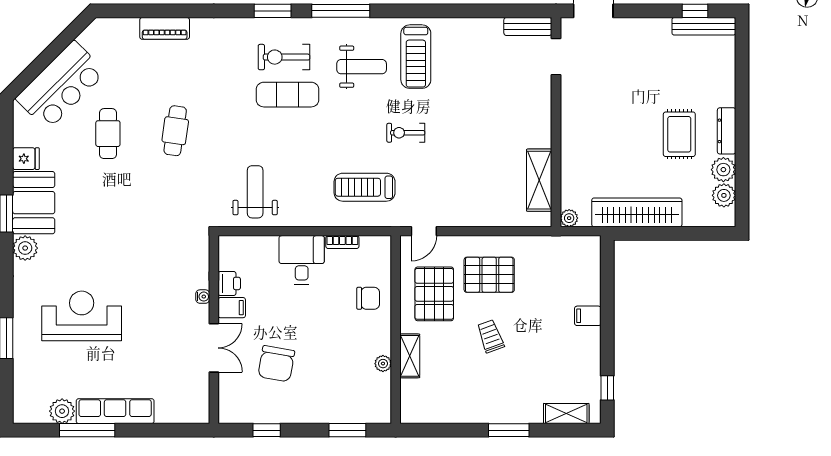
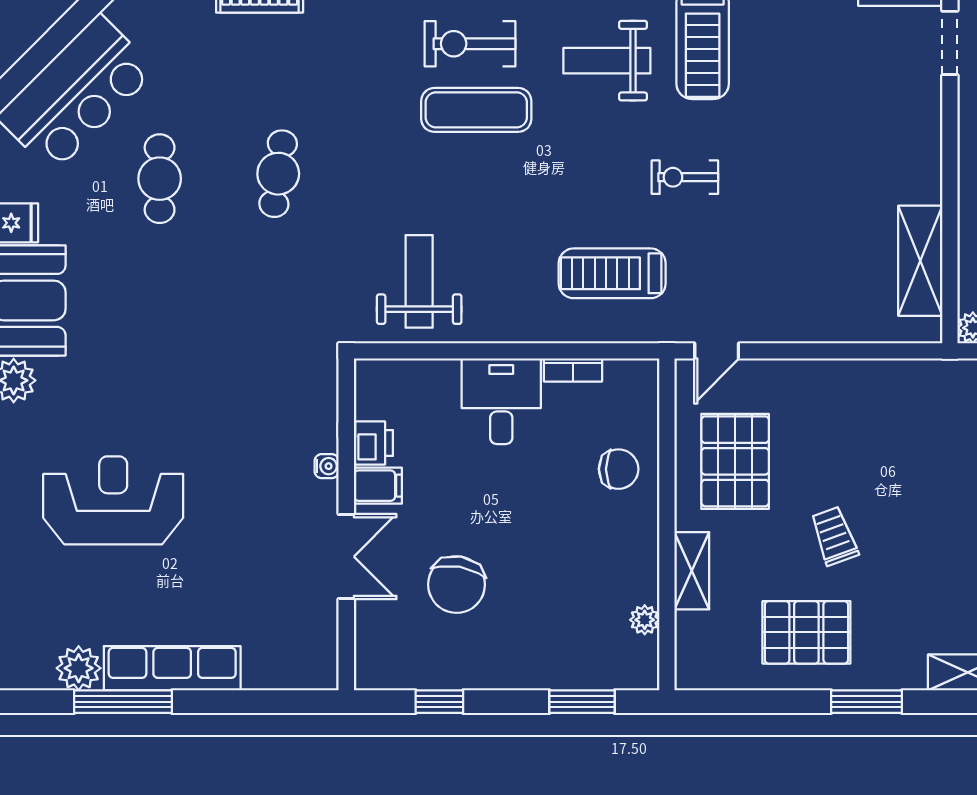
weight bench: (362, 67) -> (607, 61), turned 180
pallet: (489, 275) -> (806, 632), moved
plant: (383, 364) -> (645, 620), moved

